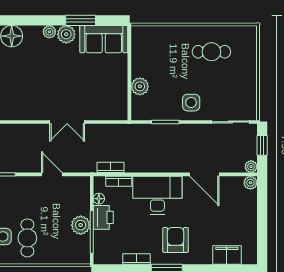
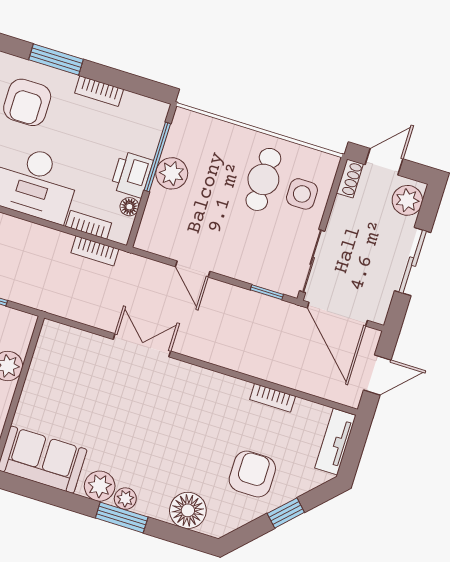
window: (81, 20) -> (122, 518), moved

